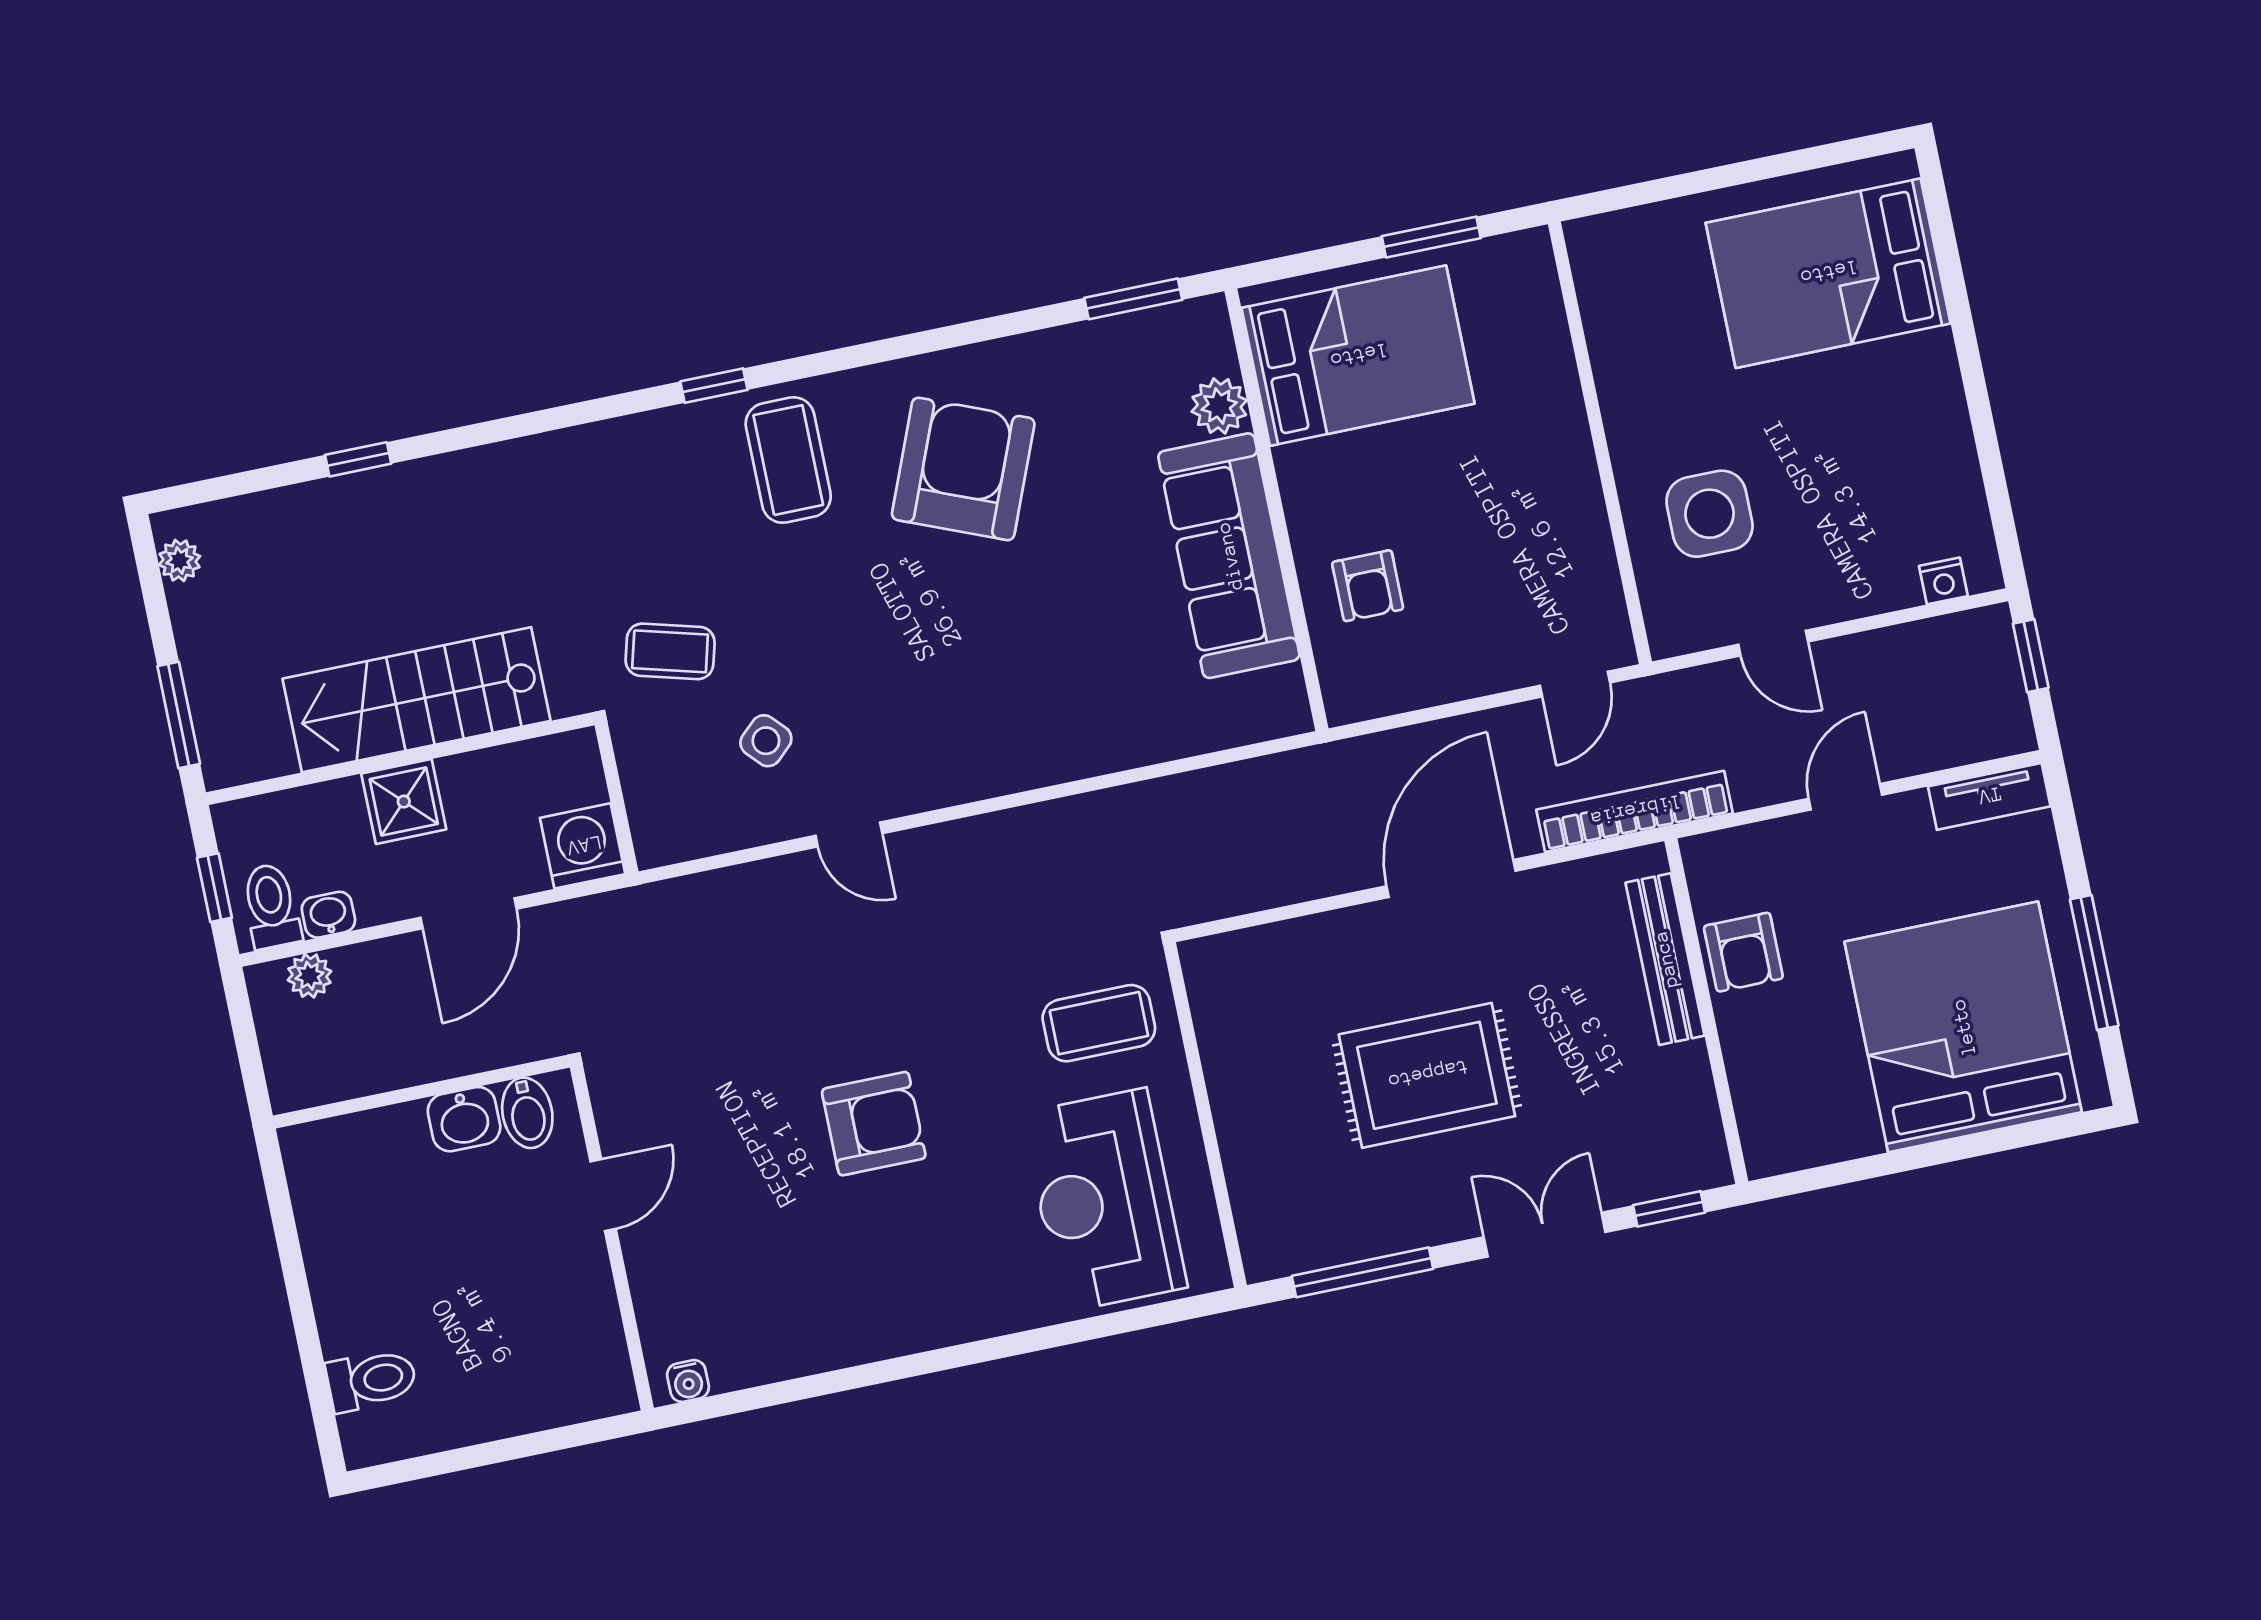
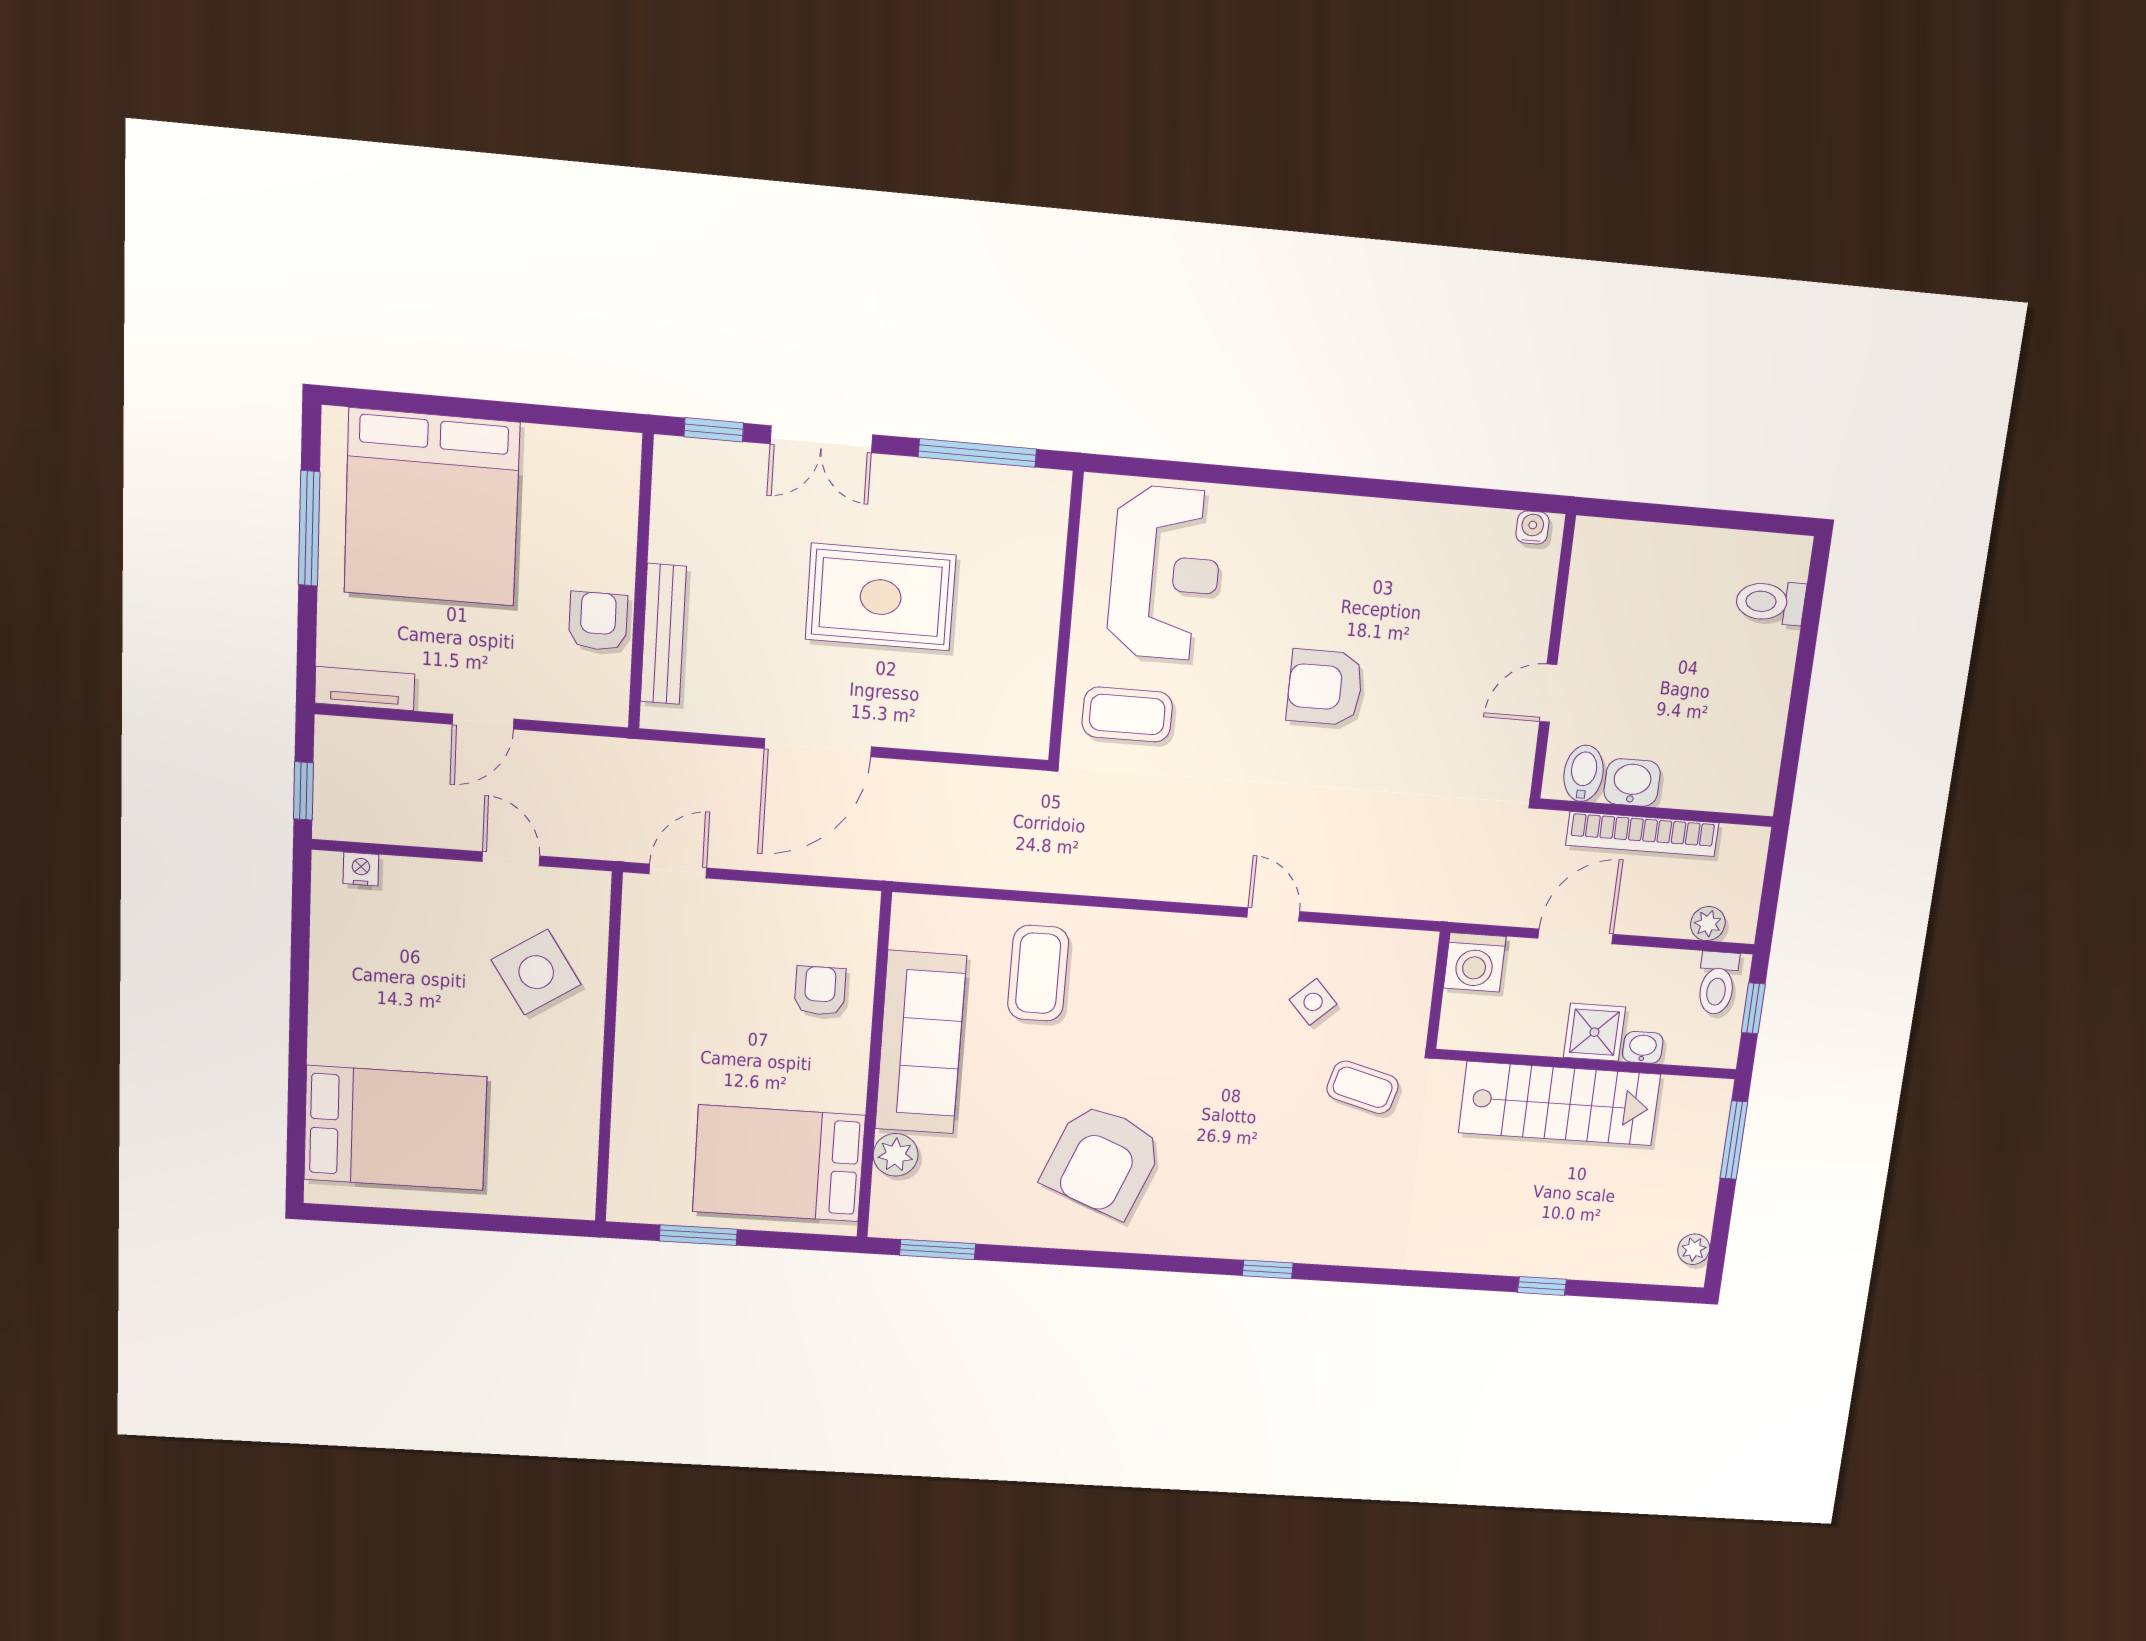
coffee table: (788, 460) -> (1038, 973), moved
side table: (1710, 514) -> (536, 972), turned -33
bookcase: (1635, 811) -> (1642, 834), moved
washbasin: (328, 915) -> (1643, 1047), moved, turned 180

